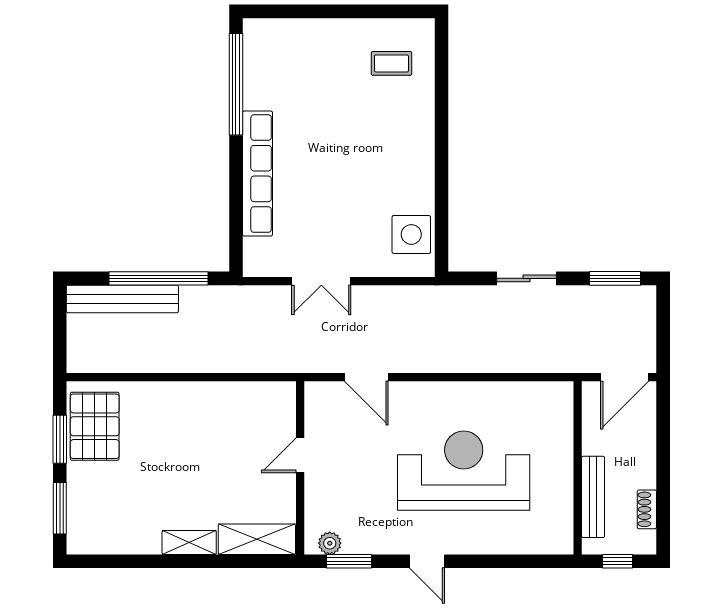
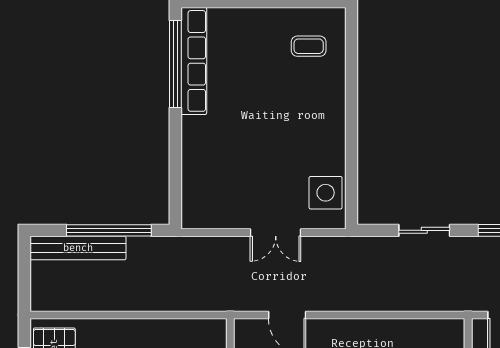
row of seats: (257, 174) -> (194, 61), moved
double door: (321, 281) -> (276, 233), moved

